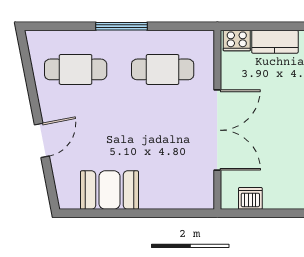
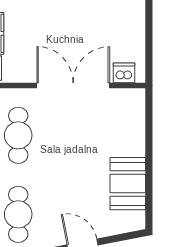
dishwasher: (250, 198) -> (124, 73), moved, turned 90

